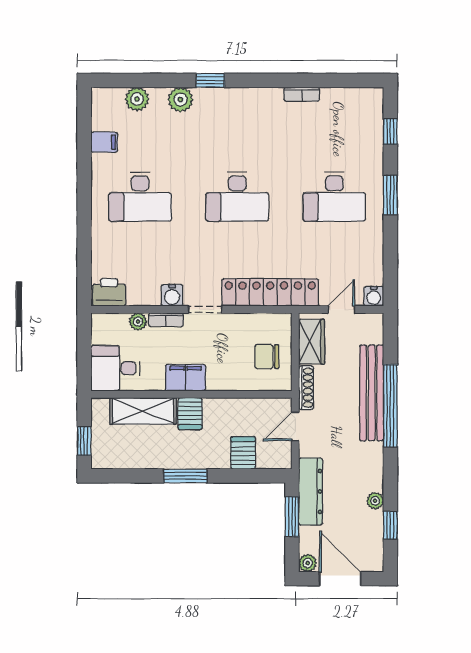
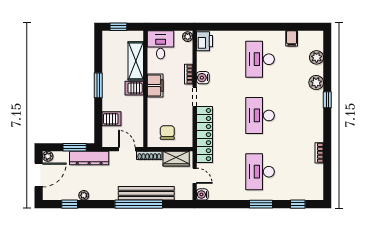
plant: (138, 322) -> (188, 37), moved

